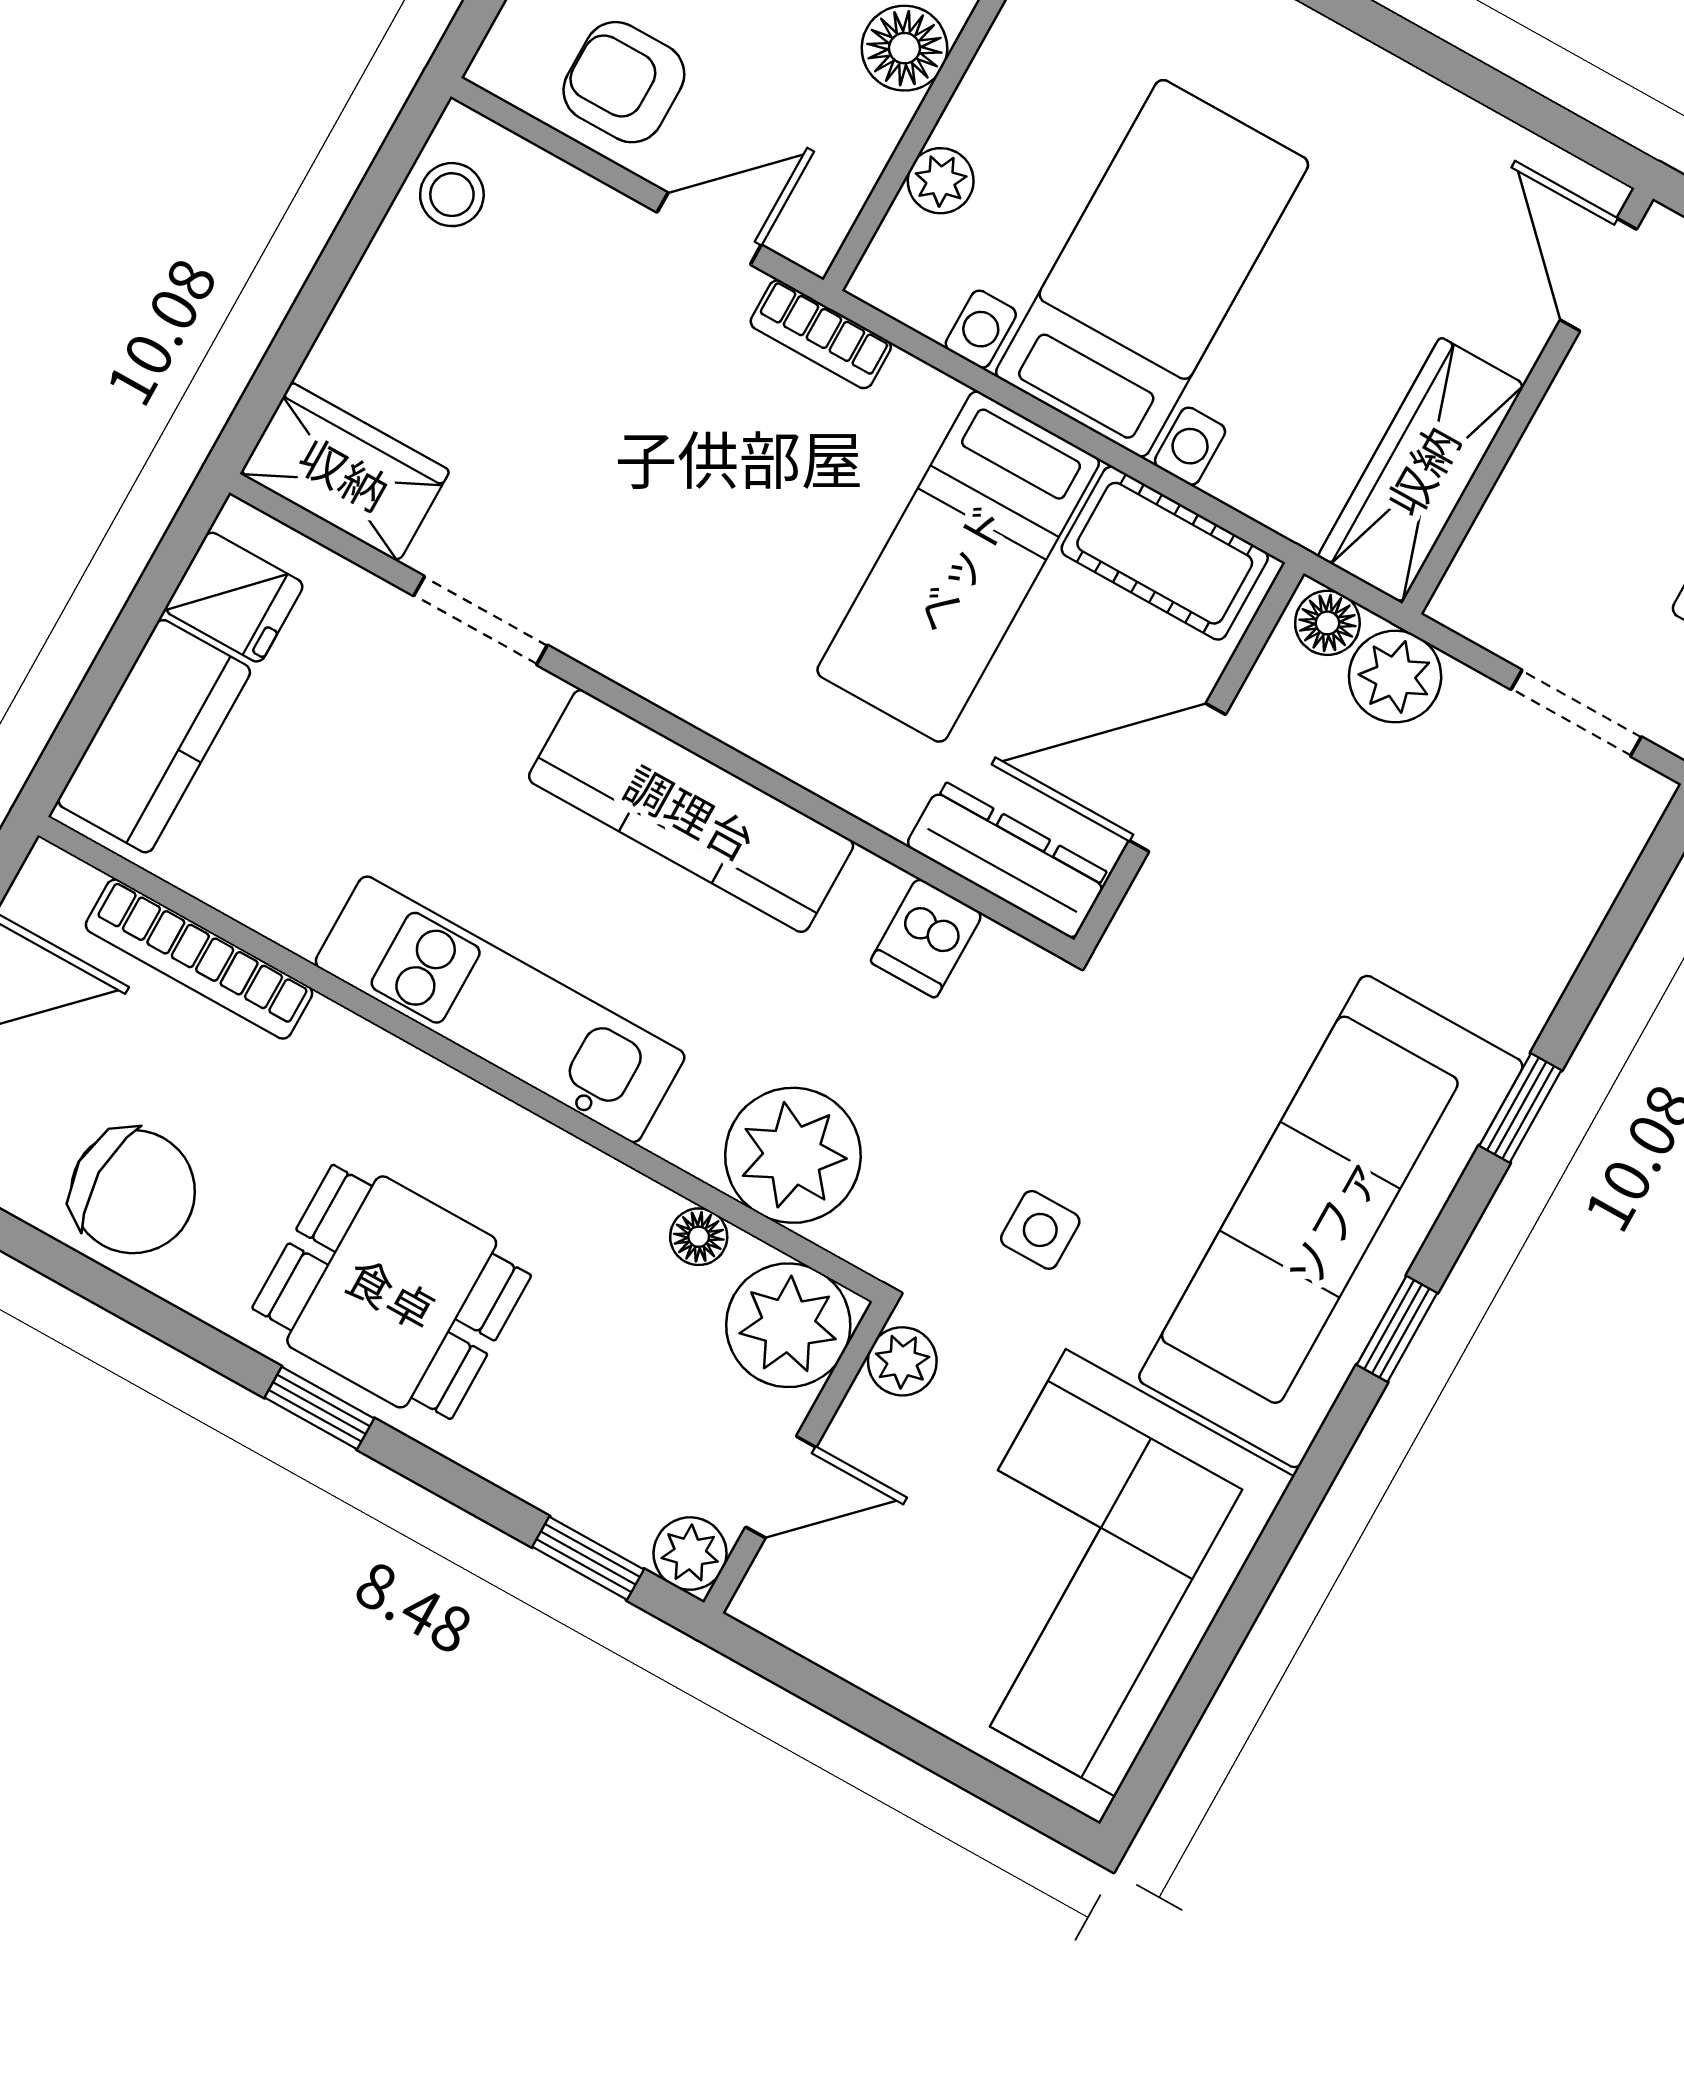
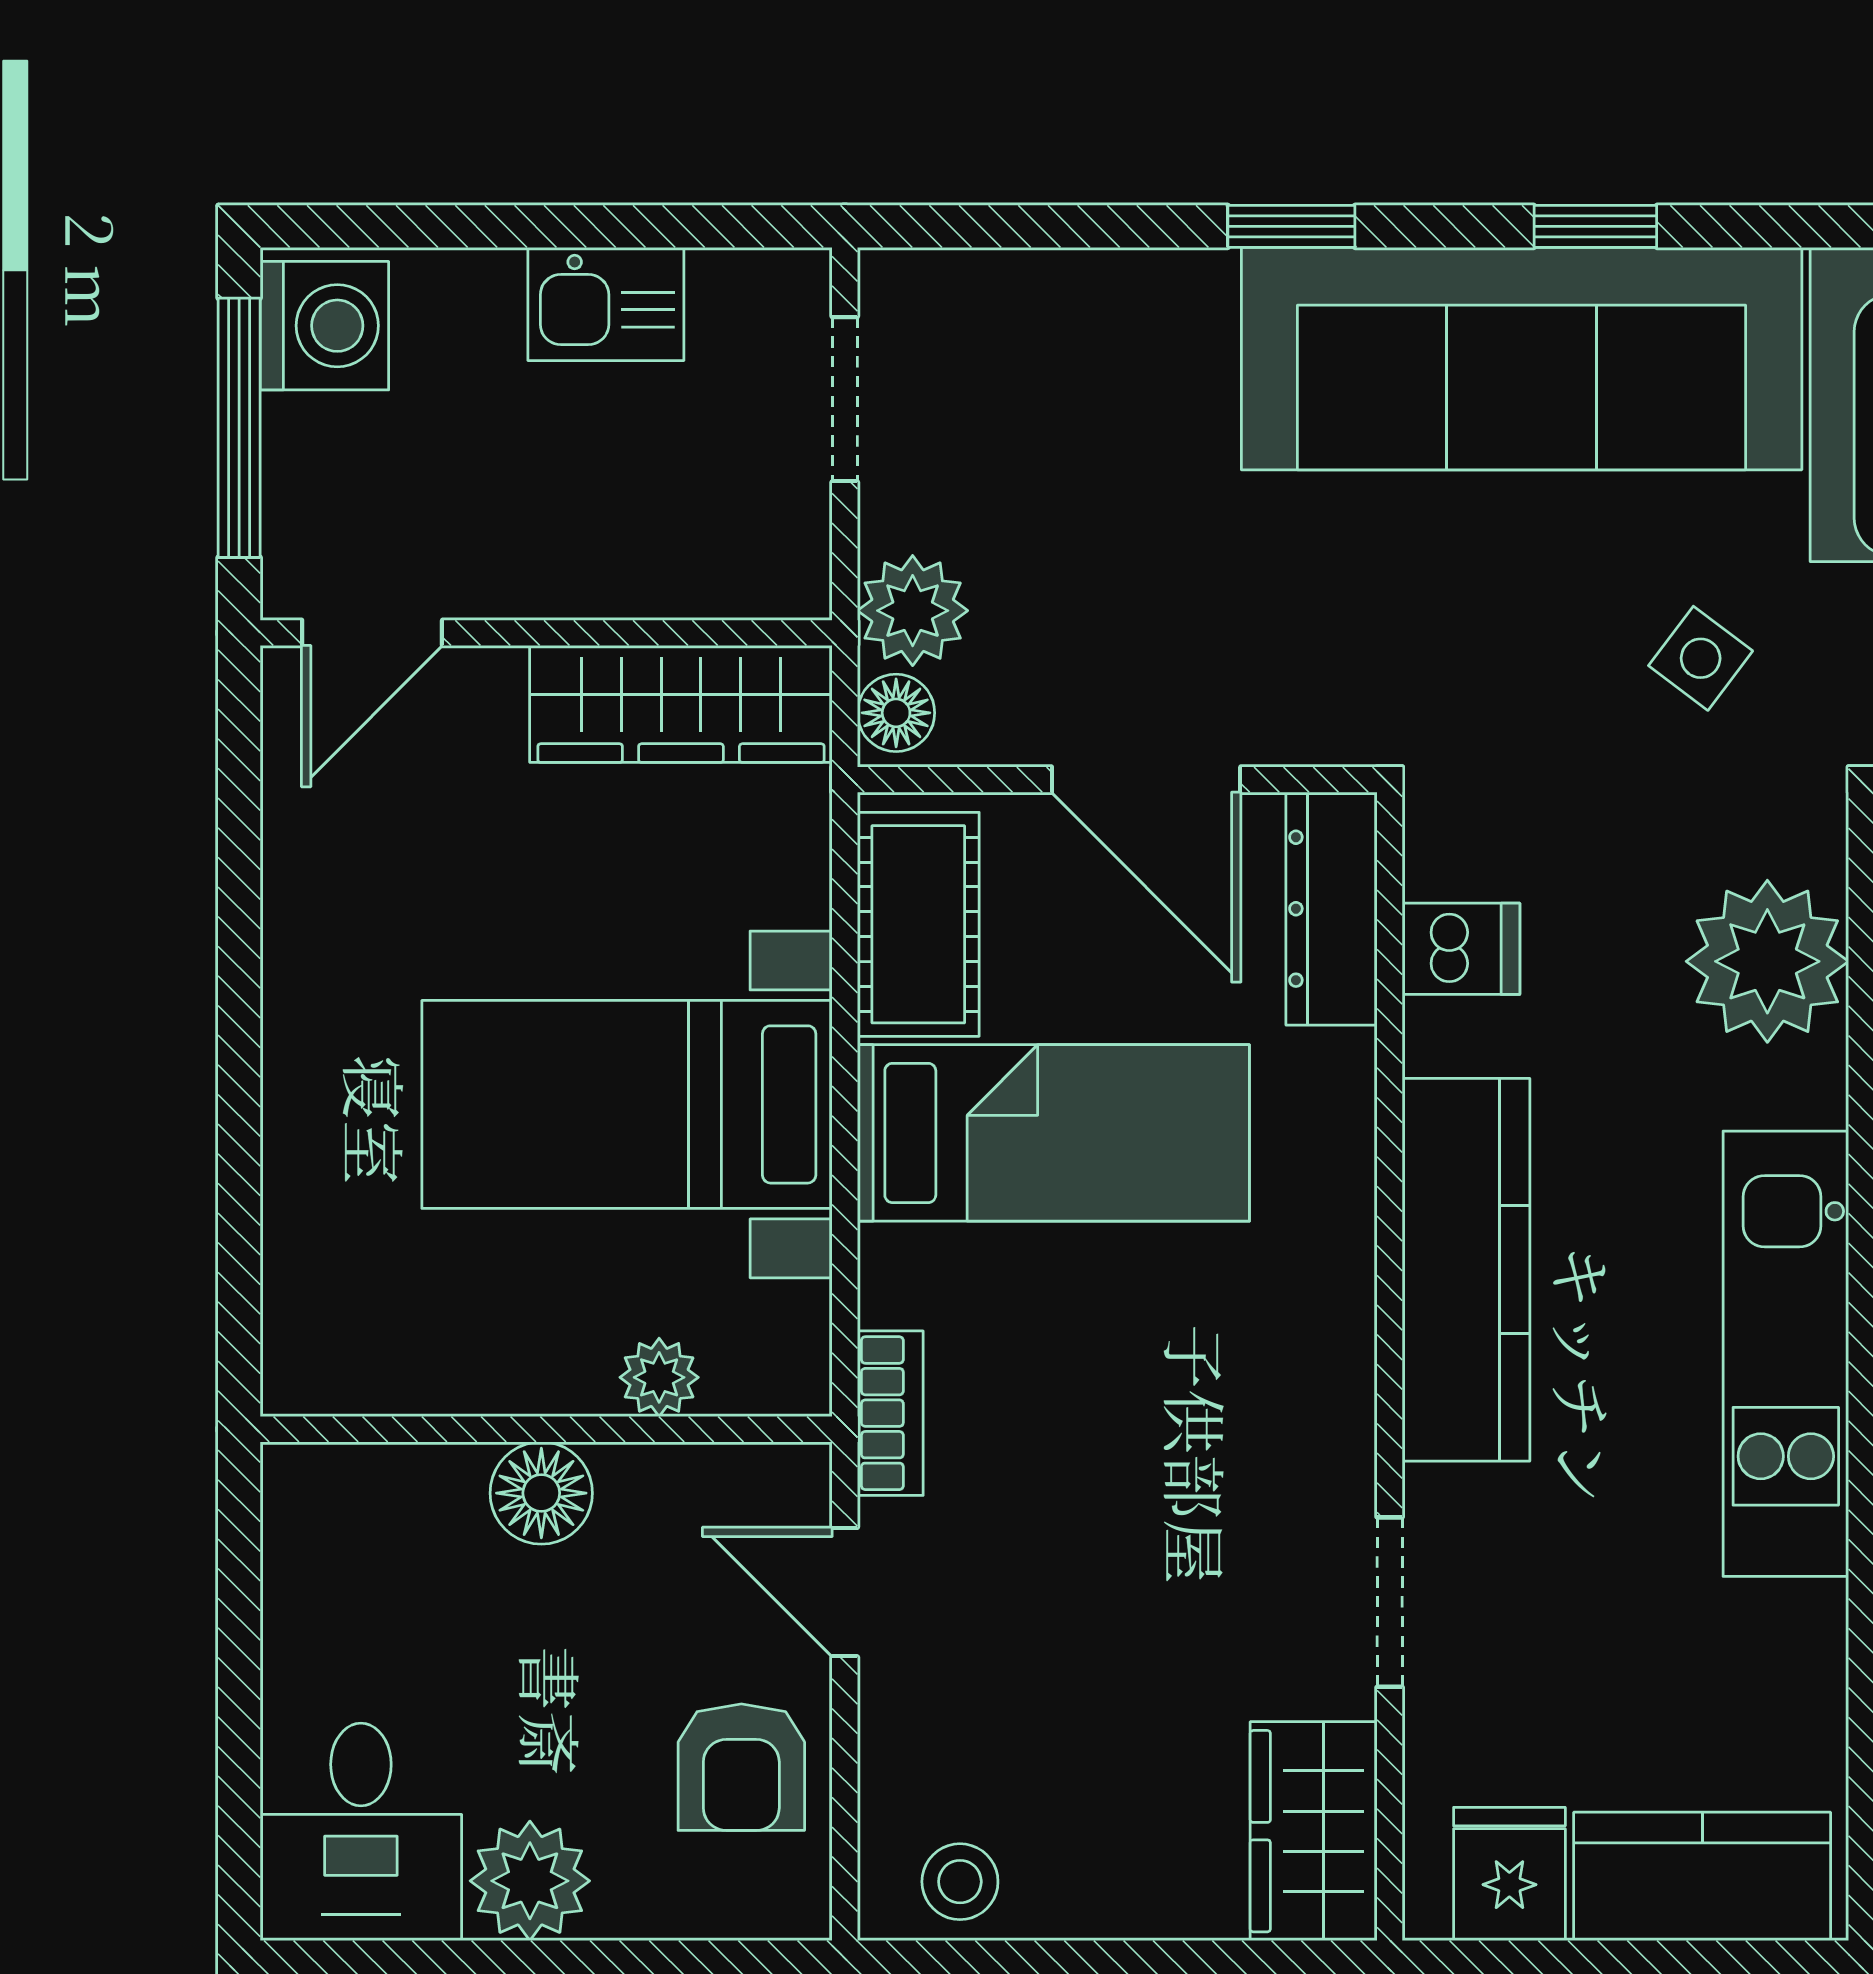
side table: (1040, 1230) -> (1701, 658), turned 37

